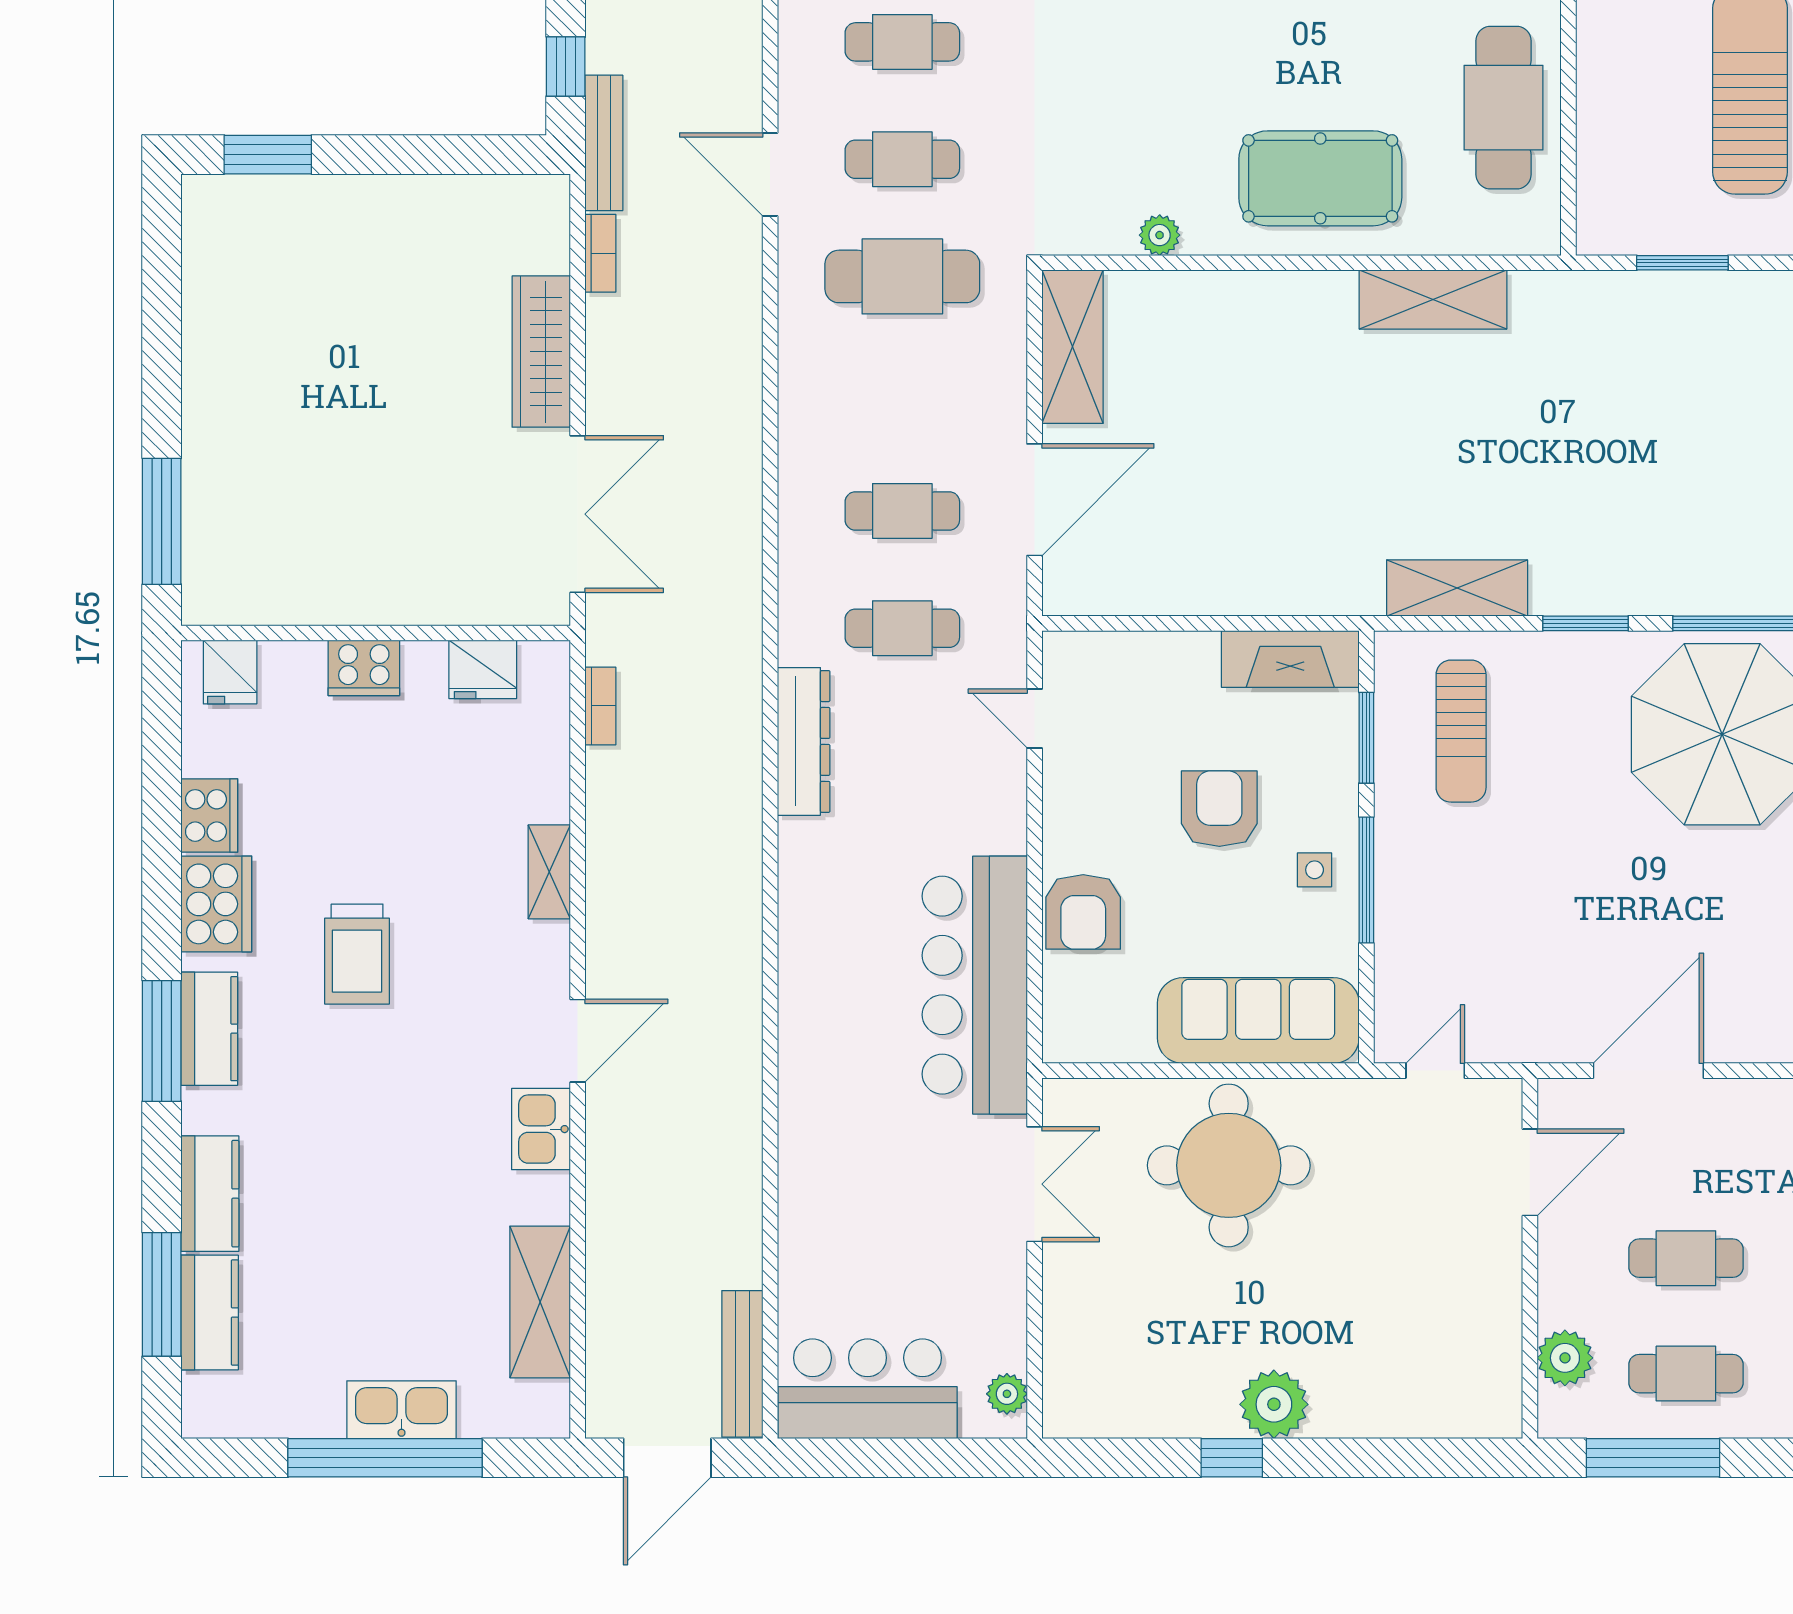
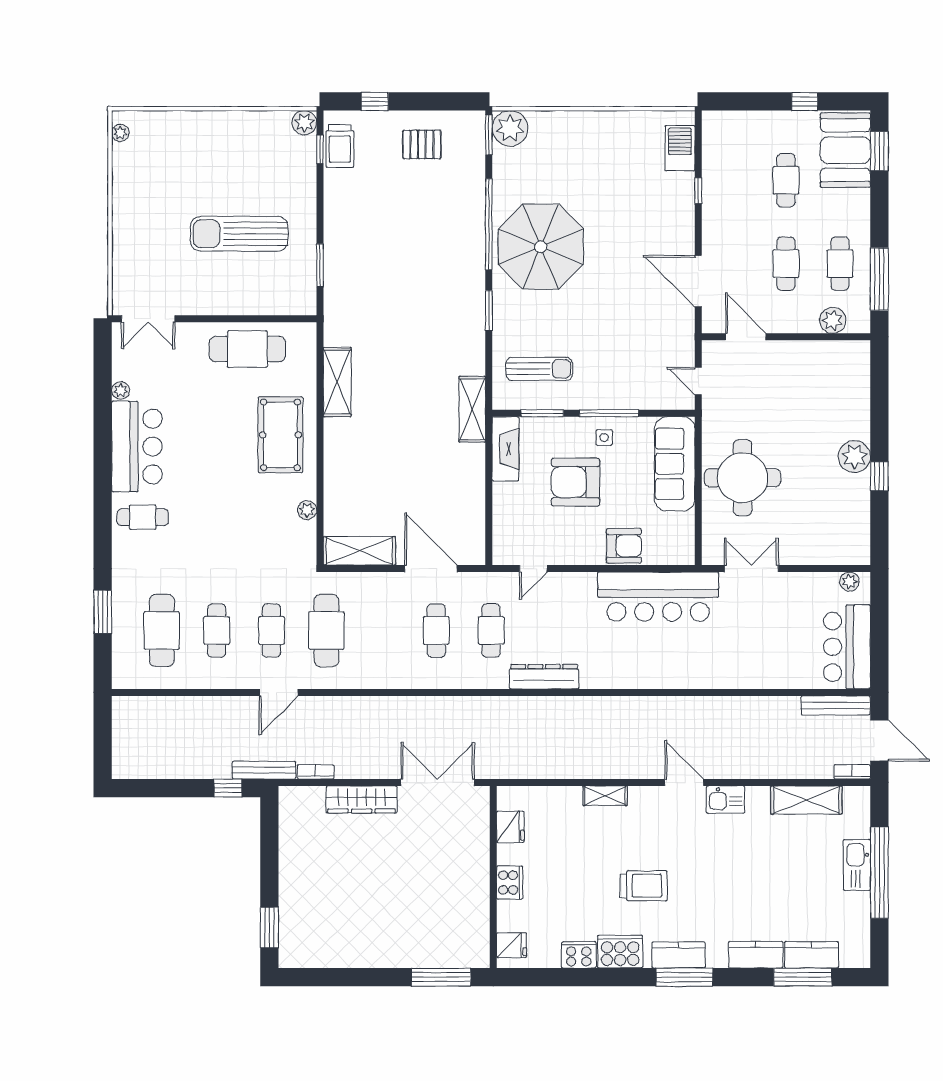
shelving: (1457, 588) -> (472, 409), moved
bookcase: (600, 706) -> (852, 772), moved
armchair: (1219, 809) -> (576, 482), width x1.36, depth x1.36

